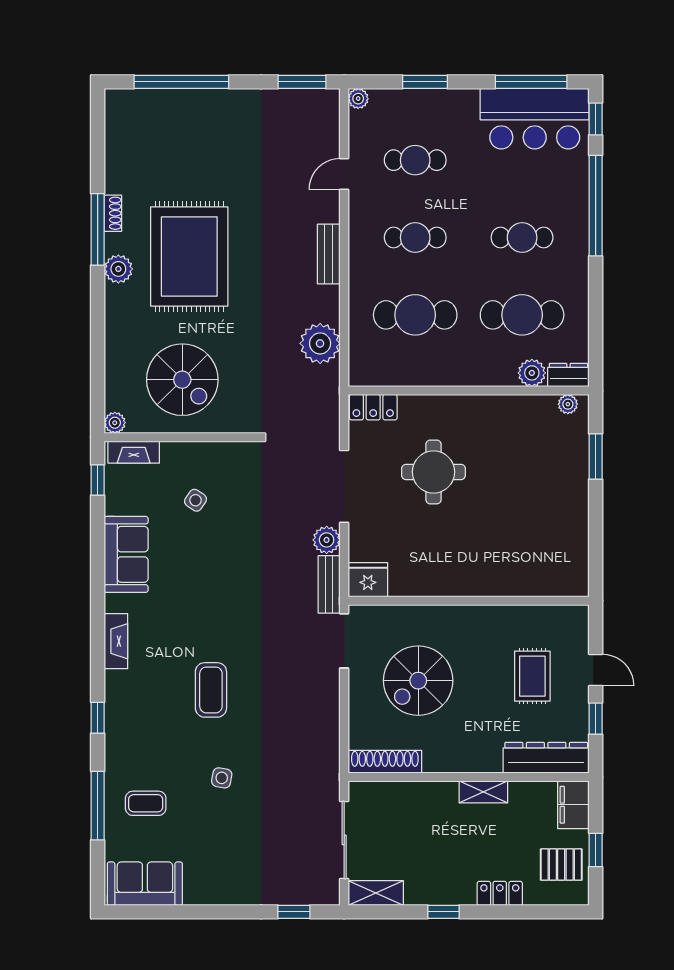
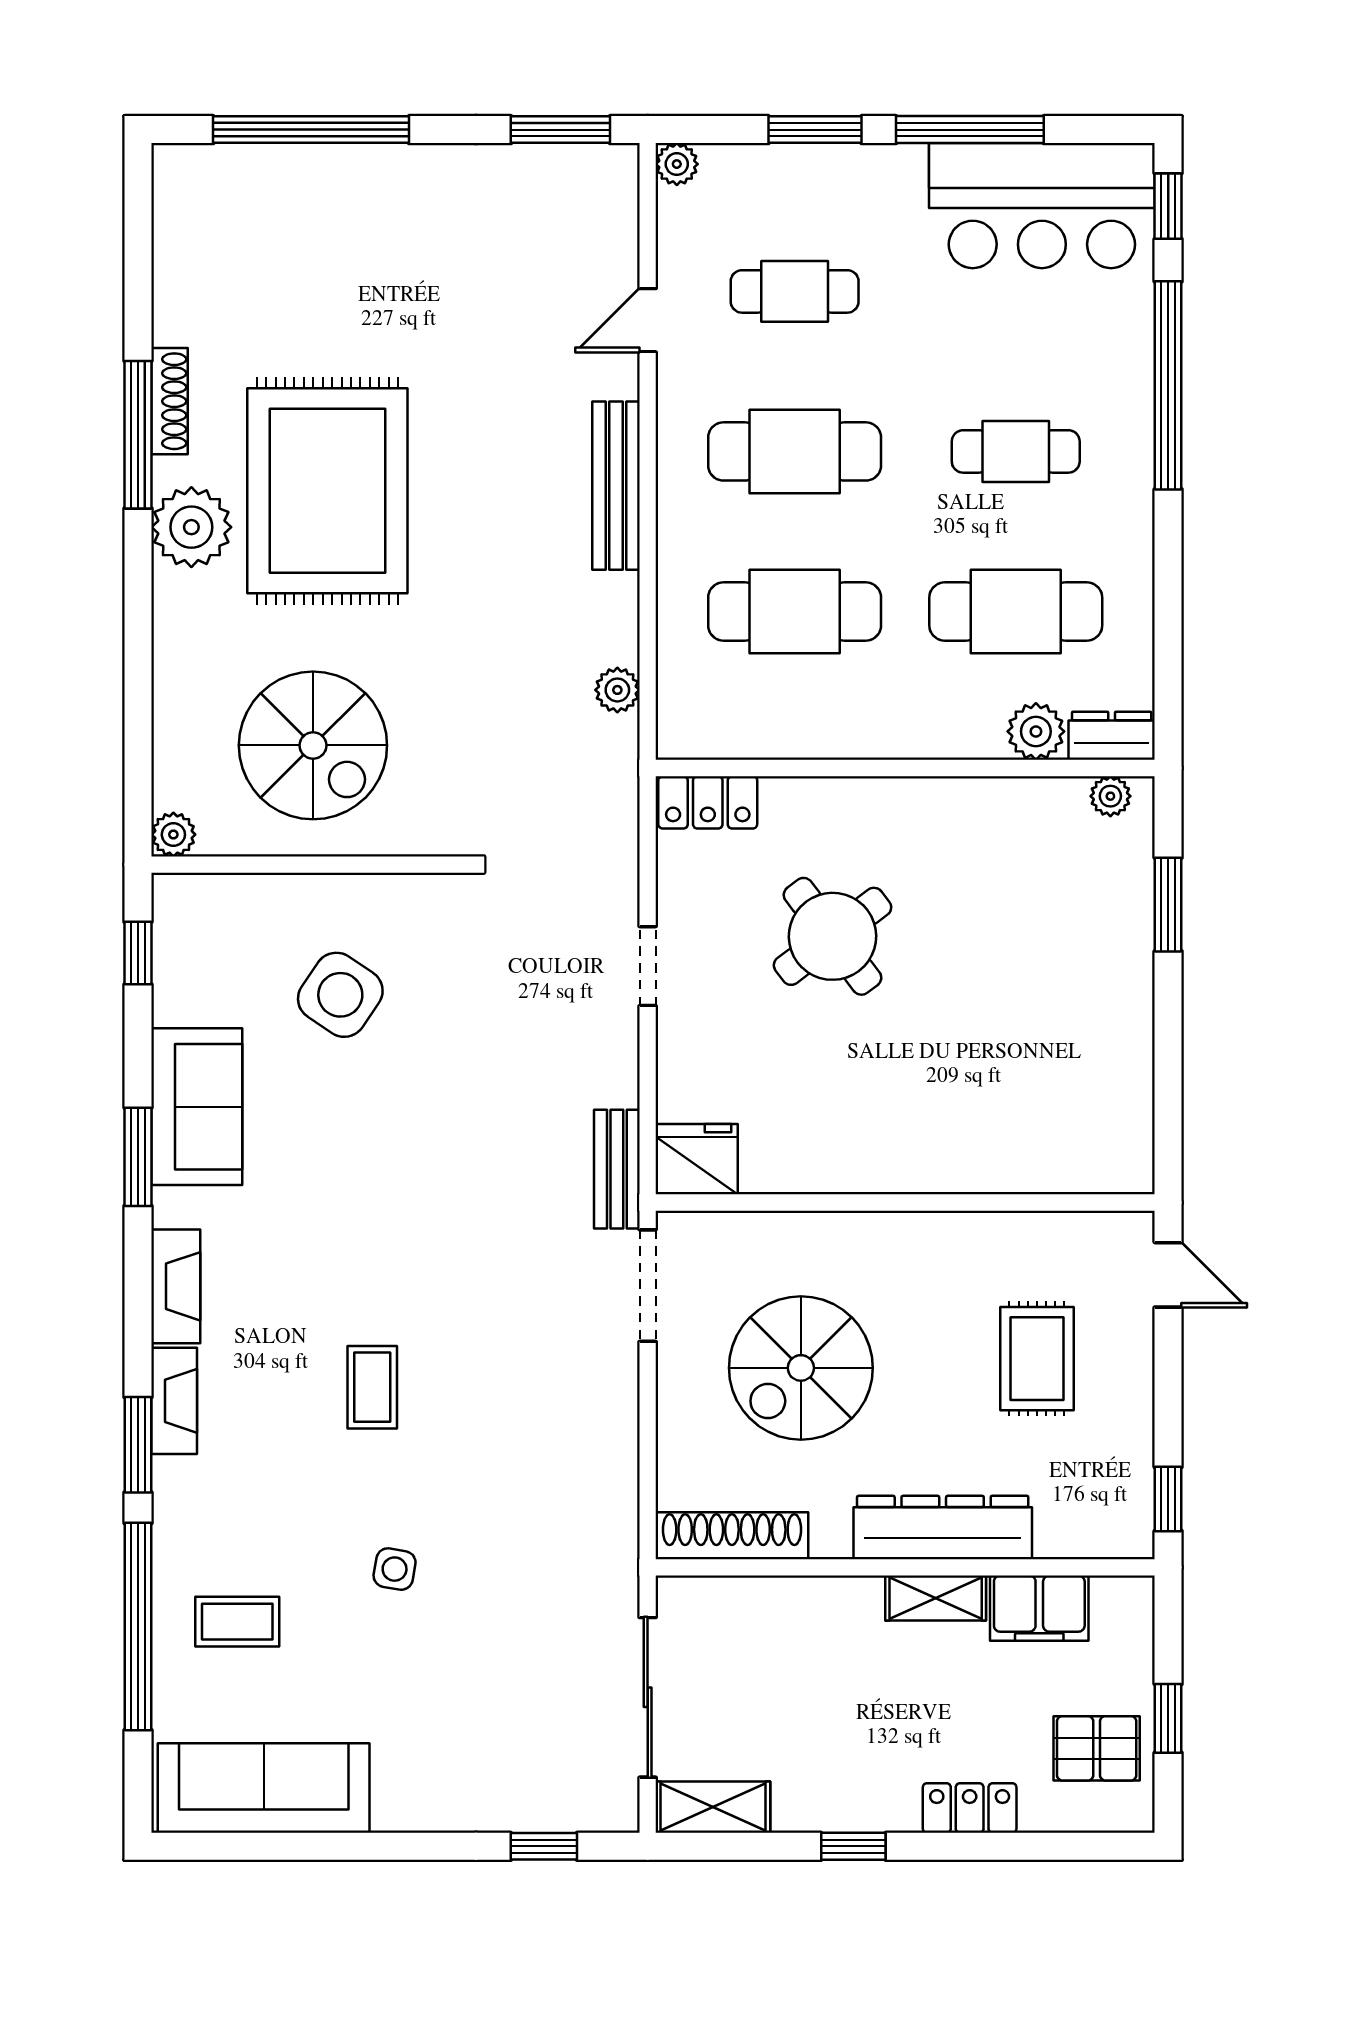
window: (531, 82) -> (970, 130), moved
shoe rack: (113, 213) -> (170, 401), width x1.43
cafe table: (415, 238) -> (795, 451), width x1.37, depth x1.35
bench: (329, 254) -> (616, 486), width x1.36
plant: (118, 269) -> (191, 527), width x1.36, depth x1.36
plant: (320, 343) -> (617, 690), width x0.53, depth x0.53
fireplace: (134, 452) -> (174, 1401), moved, turned -90
round table: (433, 472) -> (833, 936), turned -37
doorway: (344, 486) -> (648, 966), width x0.53
side table: (196, 500) -> (340, 995), width x1.87, depth x1.87
plant: (327, 540) -> (611, 1077), removed
window: (98, 579) -> (138, 1157), added
door: (596, 670) -> (1168, 1275), moved
coffee table: (211, 690) -> (372, 1387), width x0.73, depth x0.77
window: (98, 718) -> (138, 1445), width x1.50
window: (596, 719) -> (1168, 1499), moved
dresser: (546, 758) -> (943, 1528), moved
filing cabinet: (573, 805) -> (1039, 1608), moved, turned -90
window: (98, 806) -> (138, 1627), width x1.46
sofa: (145, 884) -> (264, 1788), width x1.36

